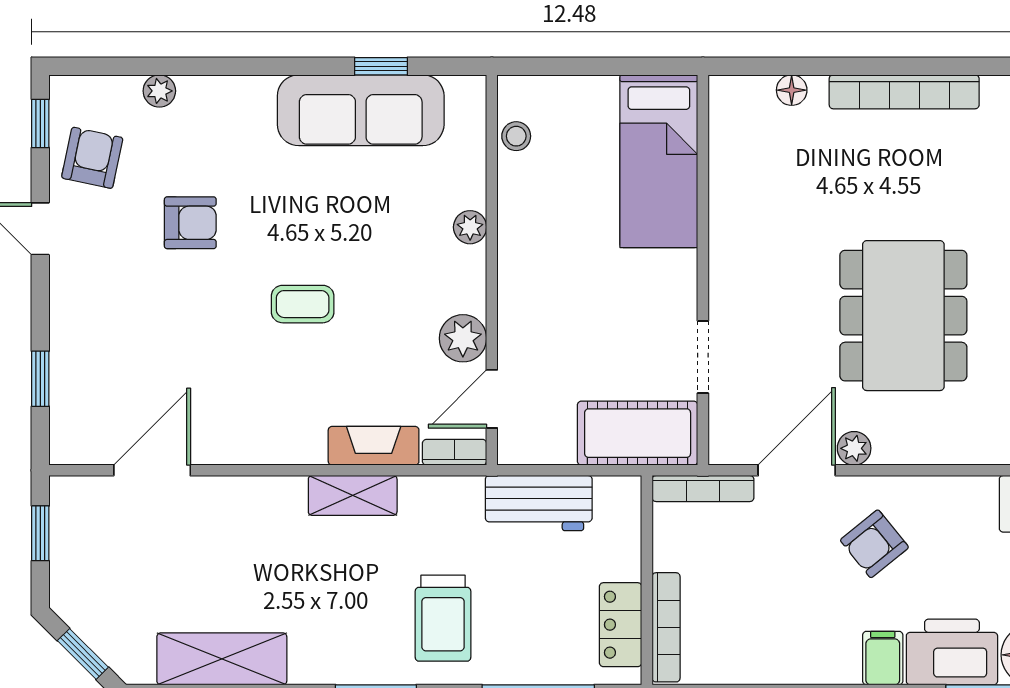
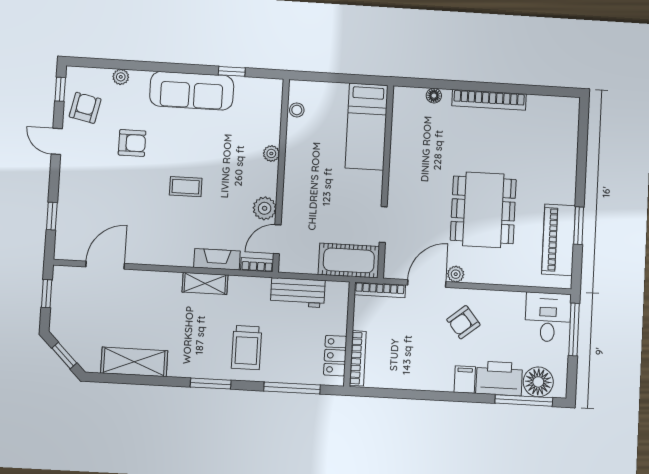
sofa: (361, 110) -> (192, 91), moved

